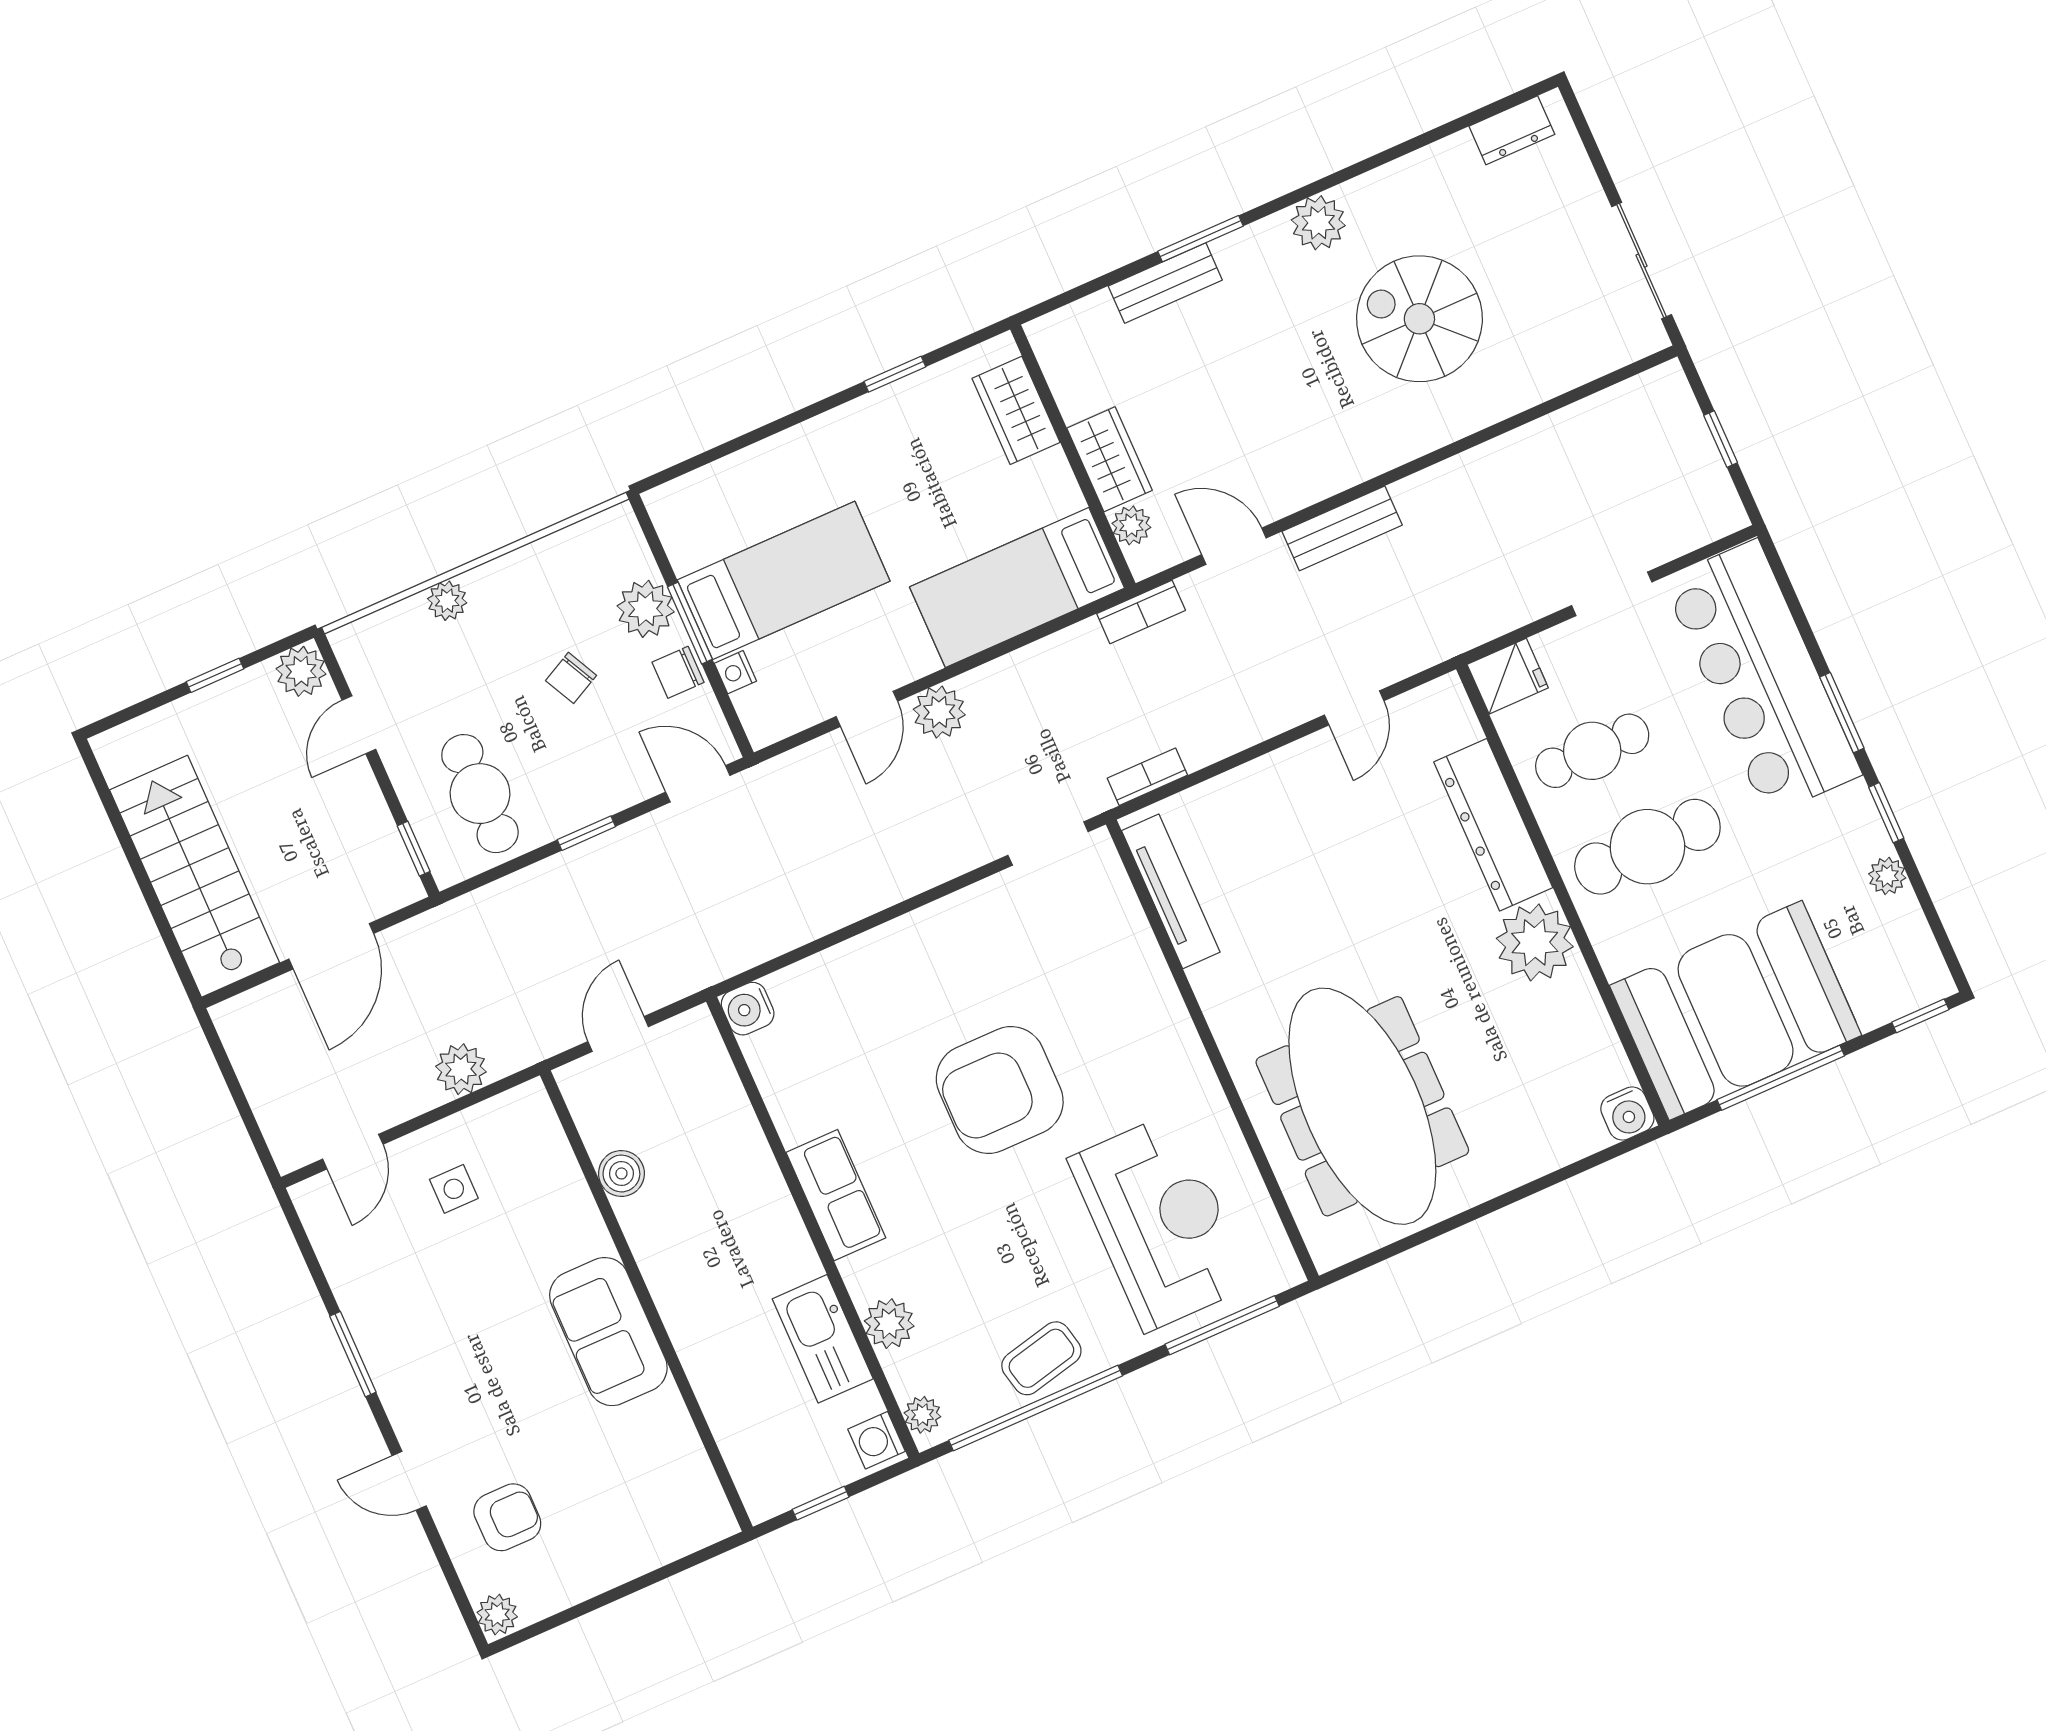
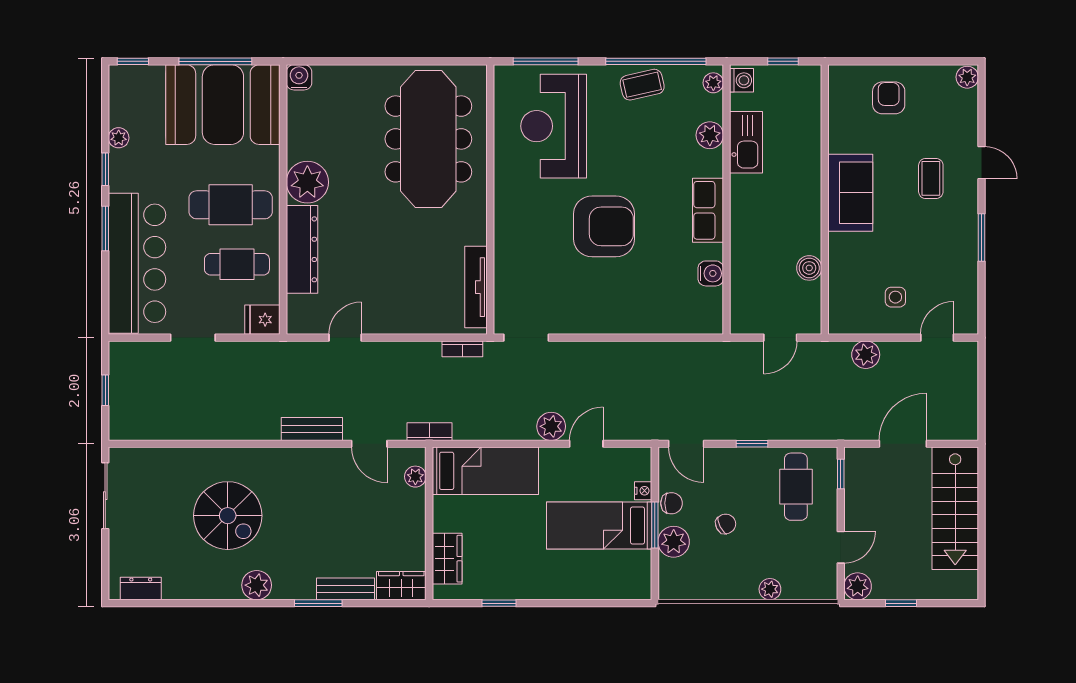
wardrobe: (1109, 459) -> (401, 586), moved, turned 90
water cooler: (748, 1009) -> (711, 273), moved
coffee table: (483, 1416) -> (931, 178), added
armchair: (507, 1517) -> (889, 98), moved, turned 90

